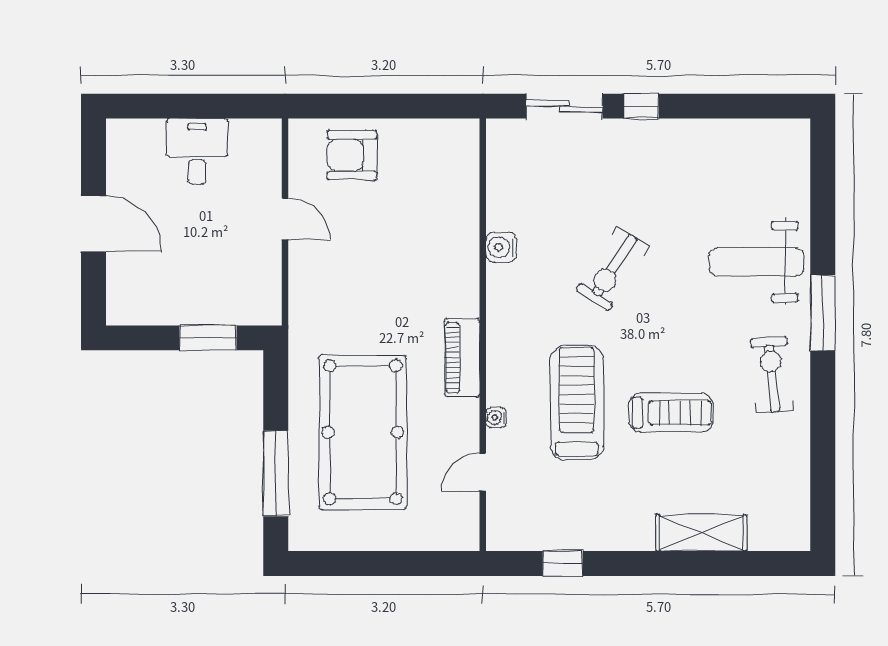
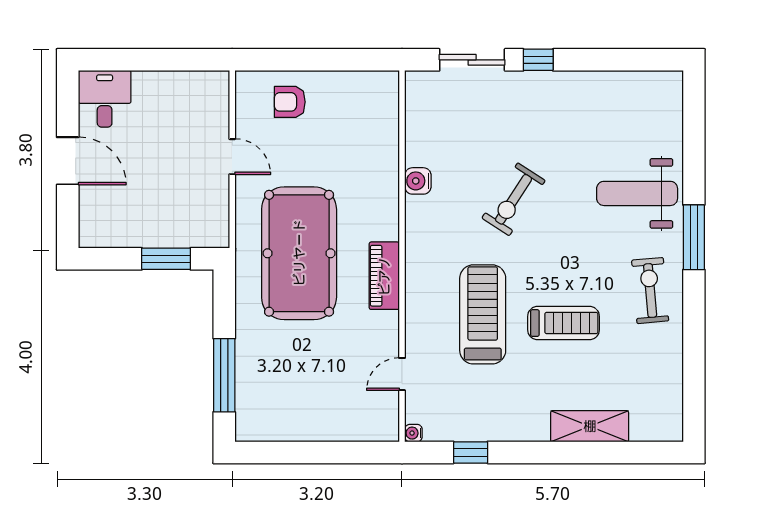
desk: (197, 152) -> (105, 99), moved
armchair: (352, 155) -> (290, 102), width x0.72, depth x0.72
water cooler: (496, 417) -> (413, 433), moved
pool table: (363, 432) -> (299, 253), moved

